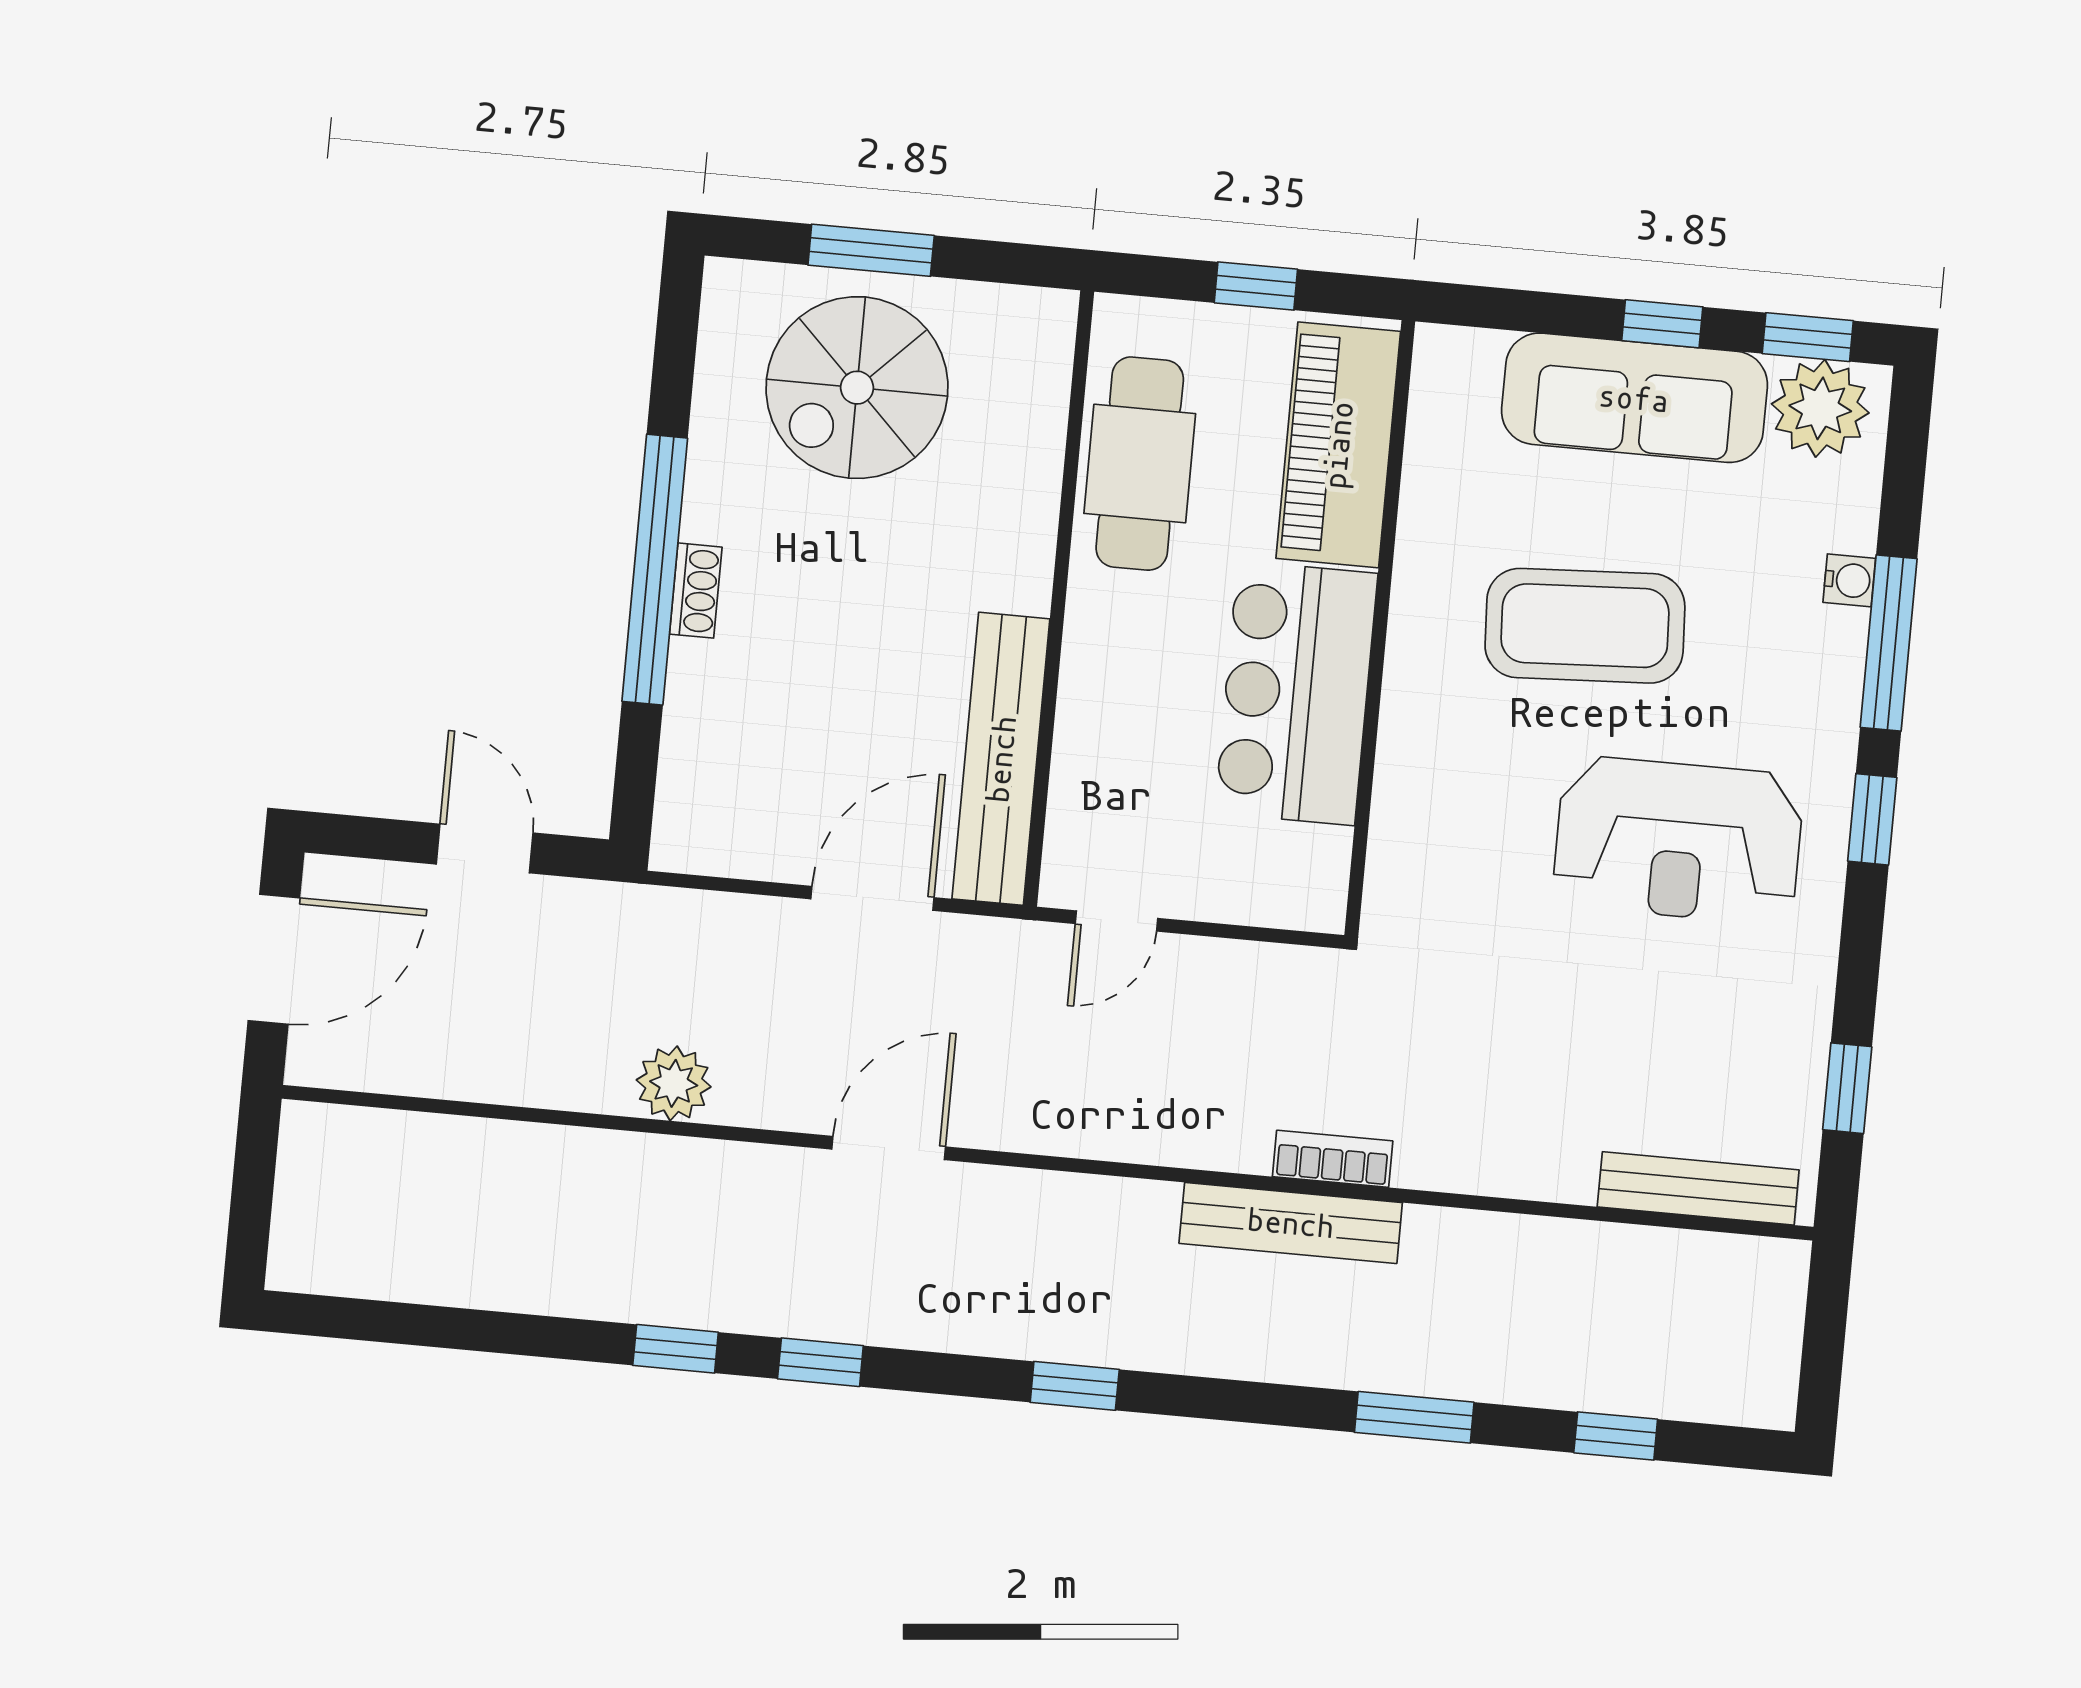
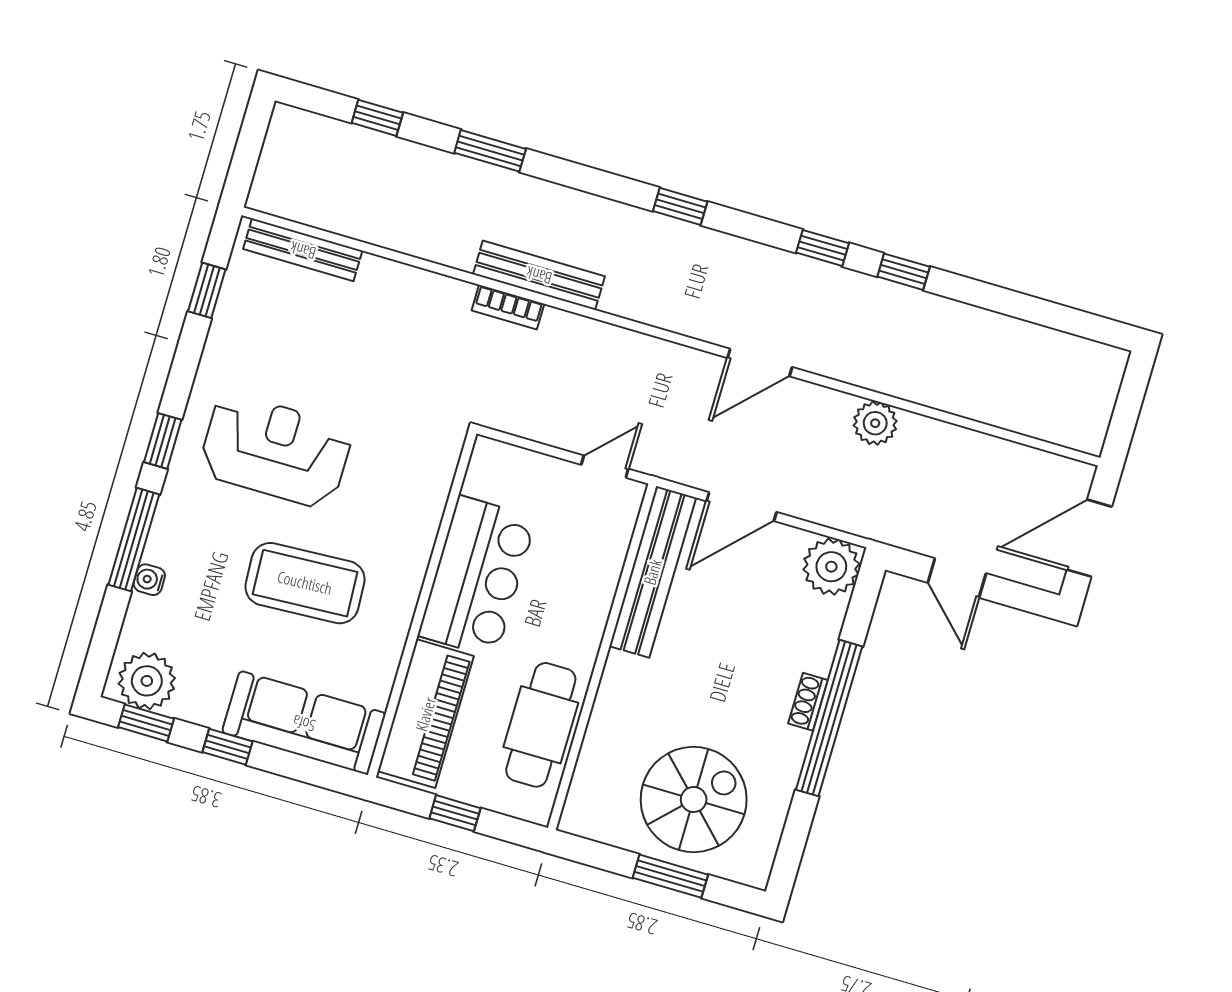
sofa: (1634, 398) -> (304, 723), moved
plant: (701, 826) -> (831, 567), added

